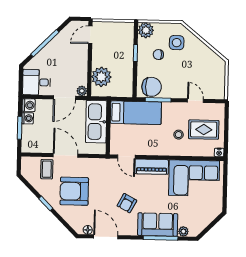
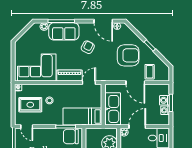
door: (195, 101) -> (27, 127), moved
washing machine: (29, 105) -> (165, 100), moved
door: (126, 157) -> (89, 83), hinge flipped

